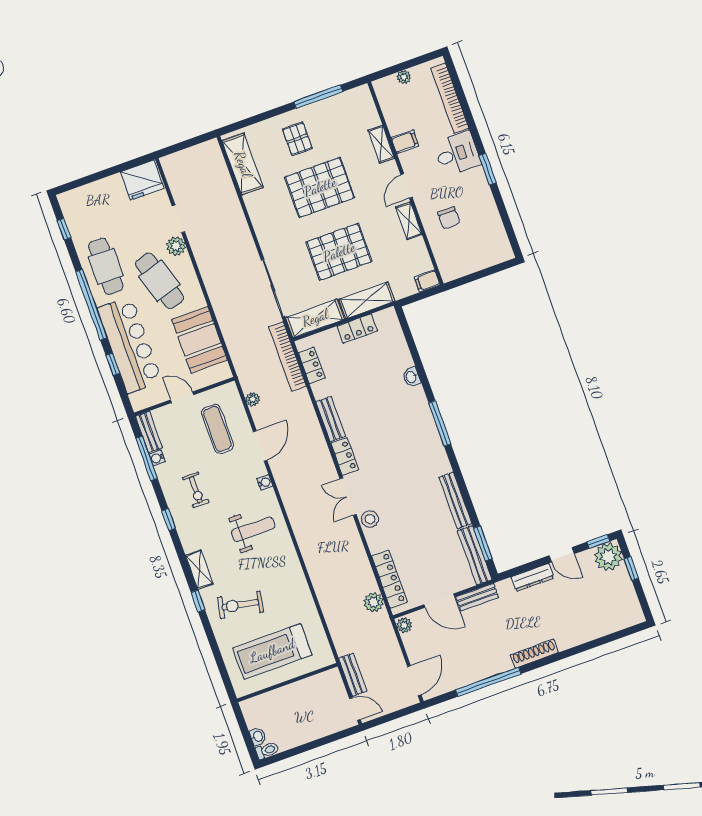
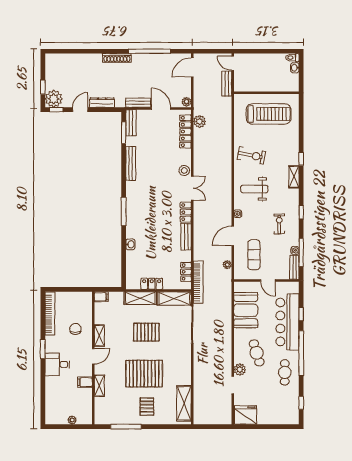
bookcase: (450, 98) -> (50, 314), moved
pallet: (339, 252) -> (146, 332), width x0.73, depth x0.71
cafe table: (106, 266) -> (285, 372), width x0.73, depth x0.74
cafe table: (159, 281) -> (257, 353), width x0.73, depth x0.74
bench: (475, 555) -> (131, 123), width x0.73
door: (562, 555) -> (80, 110), hinge flipped
exercise bike: (240, 605) -> (251, 155), moved

